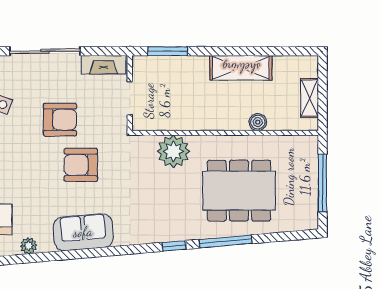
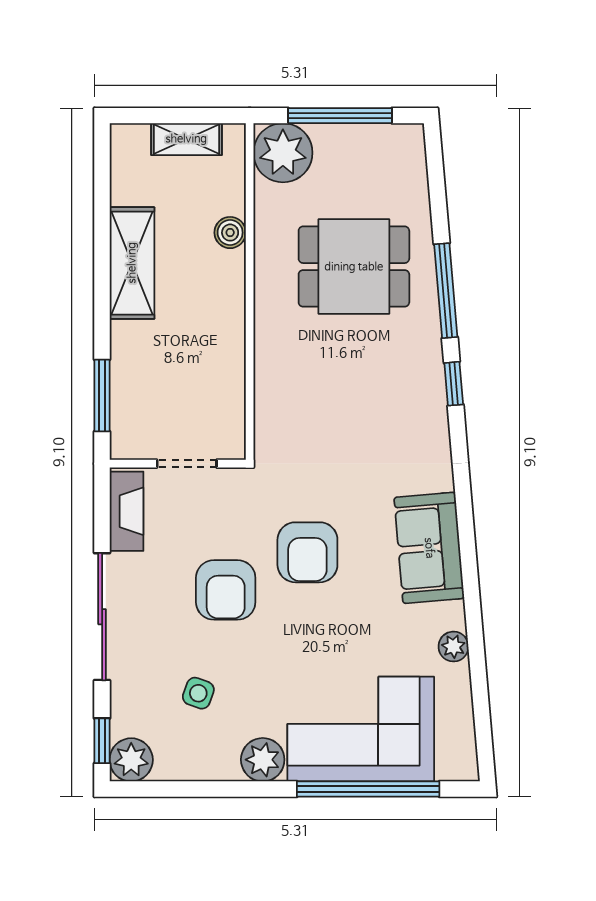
armchair: (60, 120) -> (226, 590), turned 180
plant: (173, 151) -> (283, 153), moved
dining table: (239, 191) -> (354, 267), width x0.73

